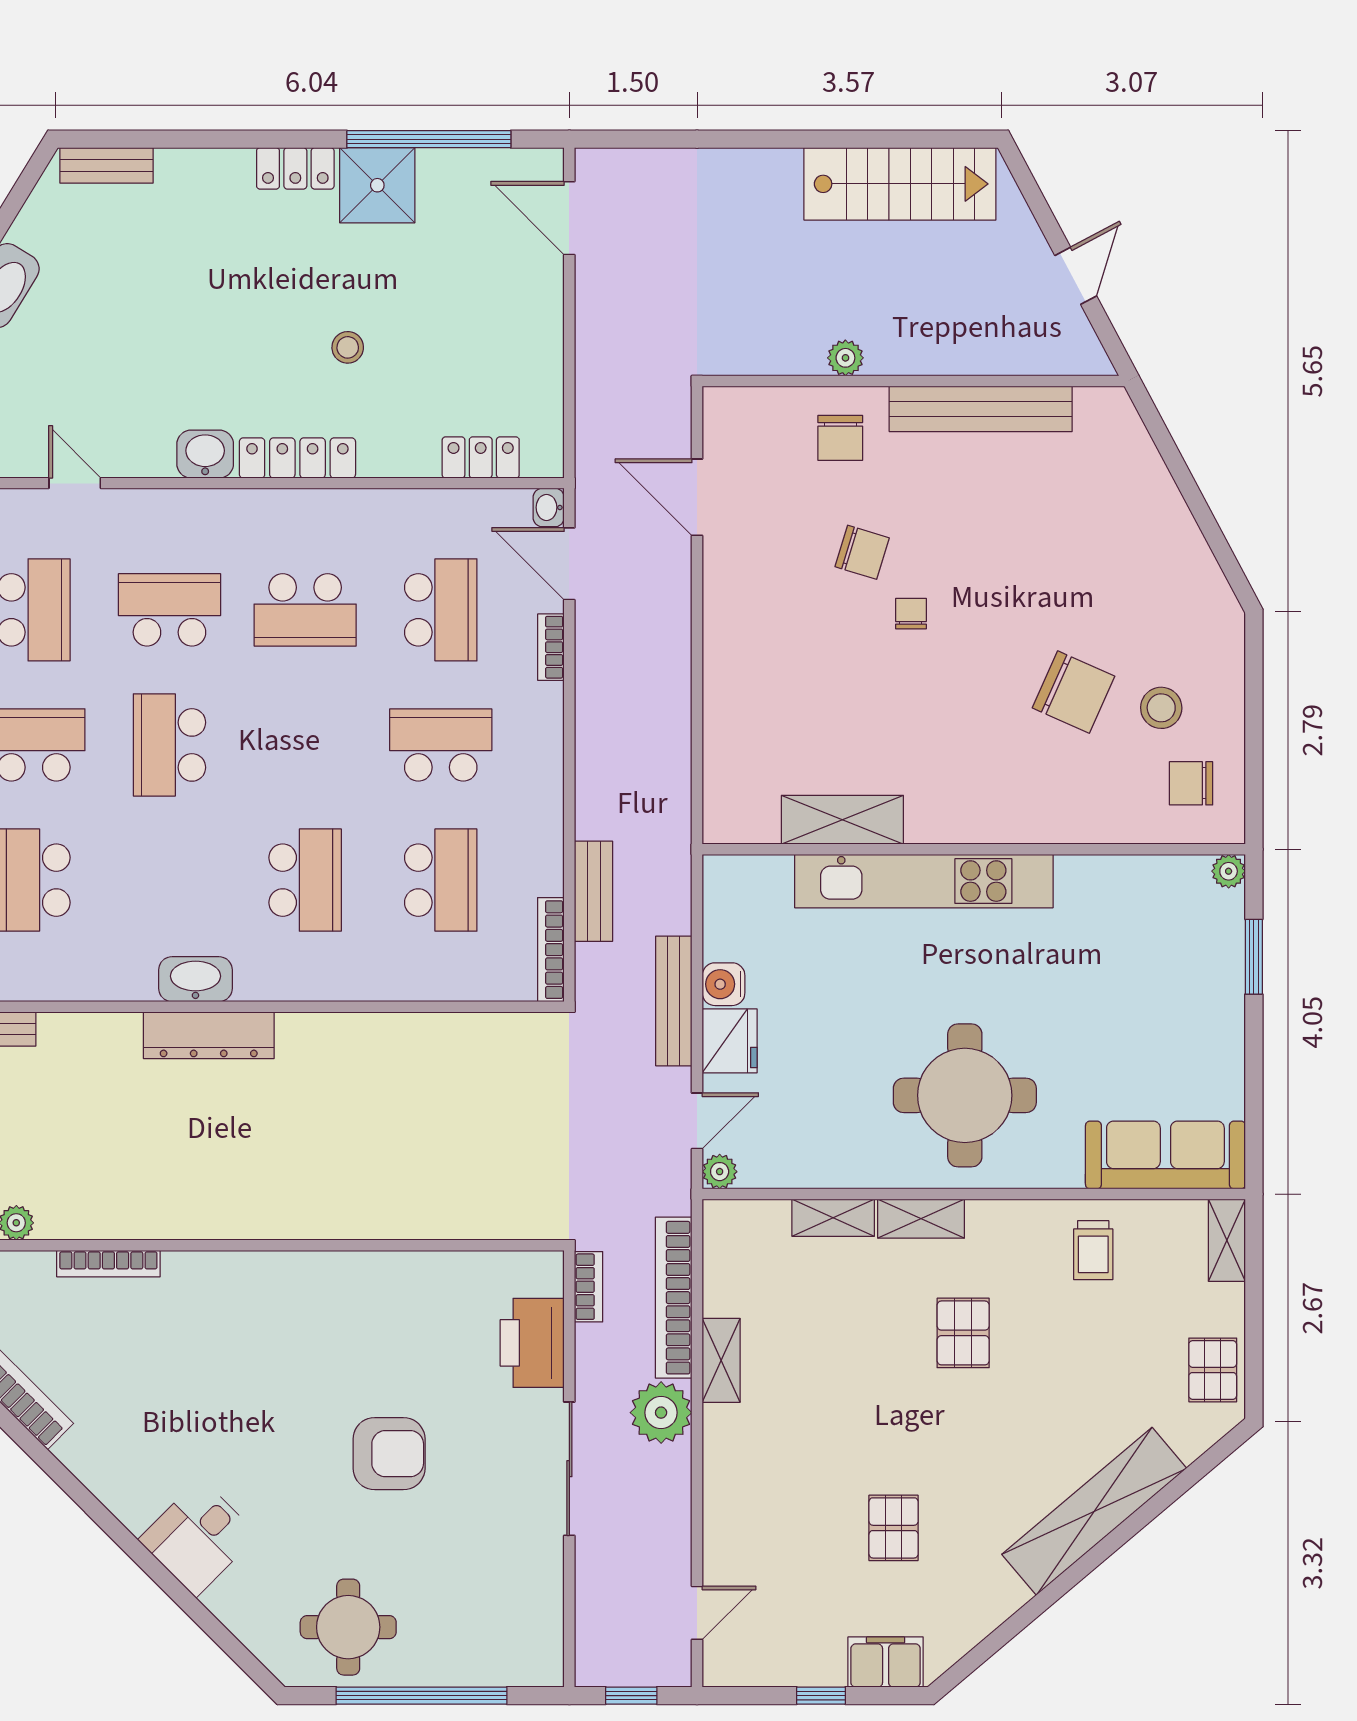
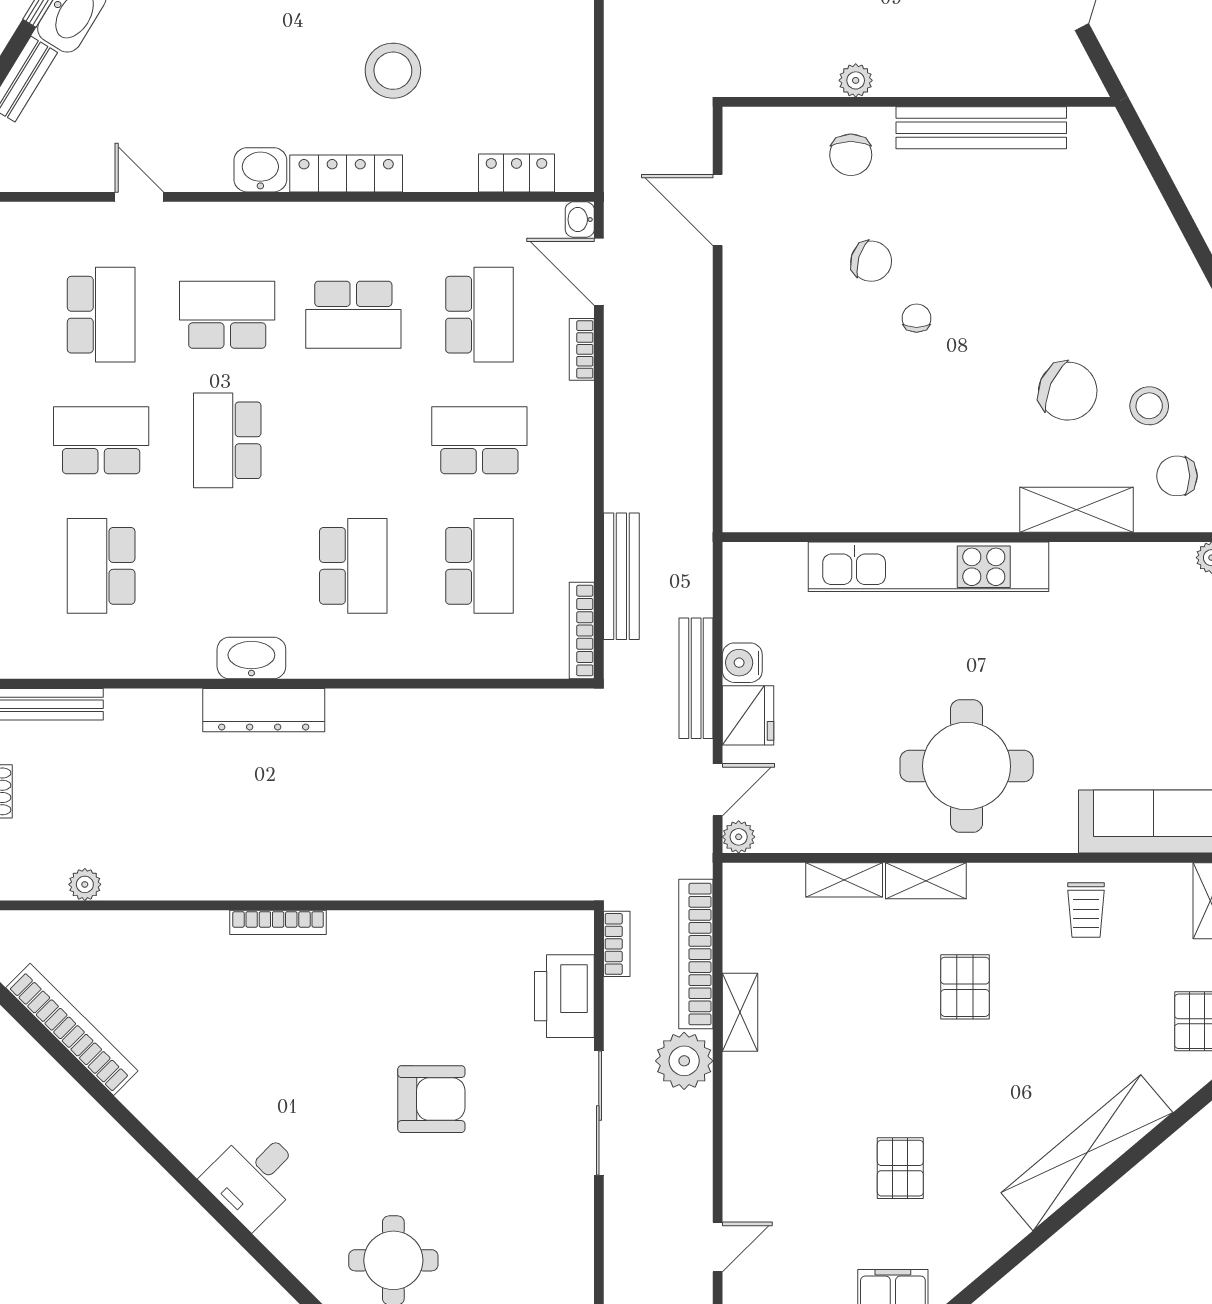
stool: (348, 347) -> (393, 71), width x1.89, depth x1.89
shelving: (842, 820) -> (1076, 510), moved
bench: (594, 891) -> (621, 576), width x1.36
bookcase: (108, 1264) -> (278, 922), moved

